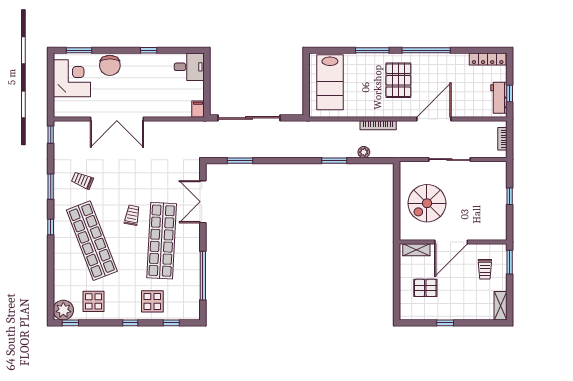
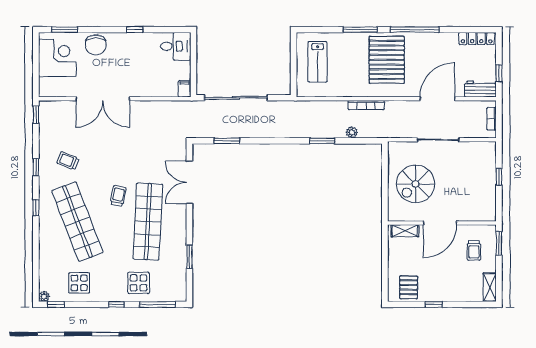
pallet: (398, 80) -> (387, 60), width x1.37, depth x1.41
lab bench: (330, 82) -> (318, 62), width x0.73, depth x0.72
workbench: (499, 98) -> (480, 89), moved, turned 90
door: (434, 119) -> (437, 99), moved
window: (51, 187) -> (36, 167), width x0.67
window: (203, 276) -> (189, 257), width x0.47
pallet: (425, 288) -> (409, 287), moved, turned 90
plant: (63, 310) -> (44, 296), width x0.53, depth x0.53
window: (171, 323) -> (158, 304), width x2.17

